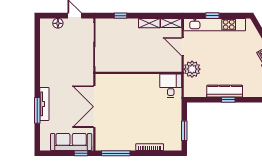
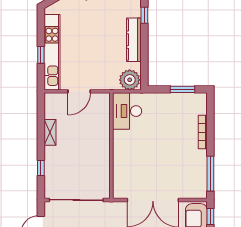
shelving: (171, 23) -> (50, 106), removed
plant: (192, 69) -> (130, 80), moved
desk: (171, 86) -> (127, 111), width x1.37
window: (228, 100) -> (144, 15), moved

